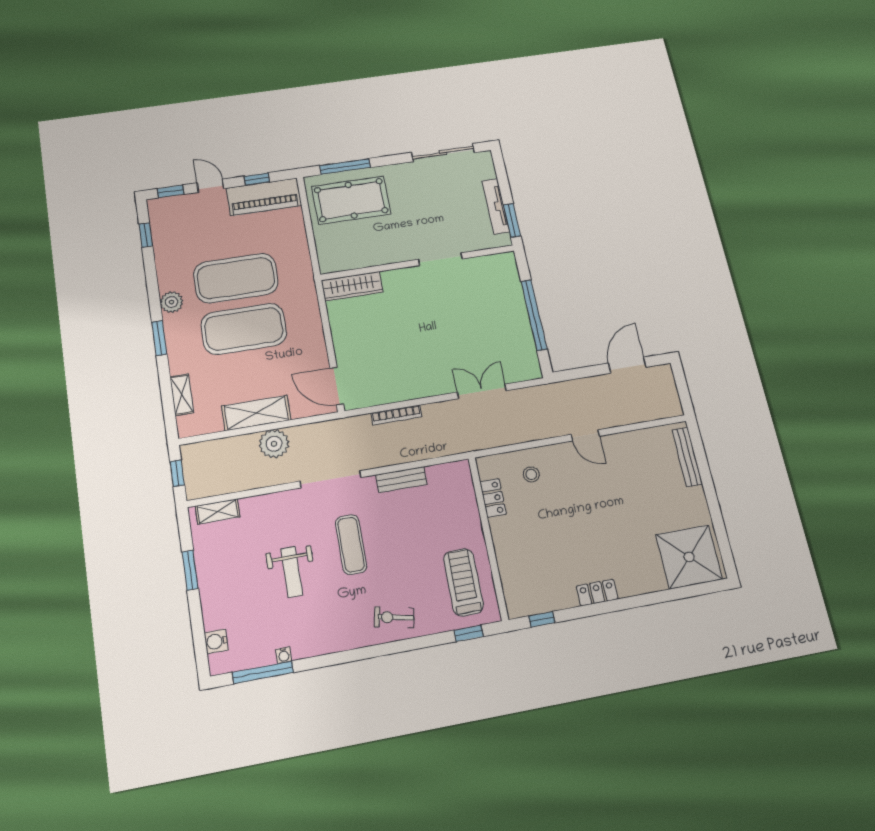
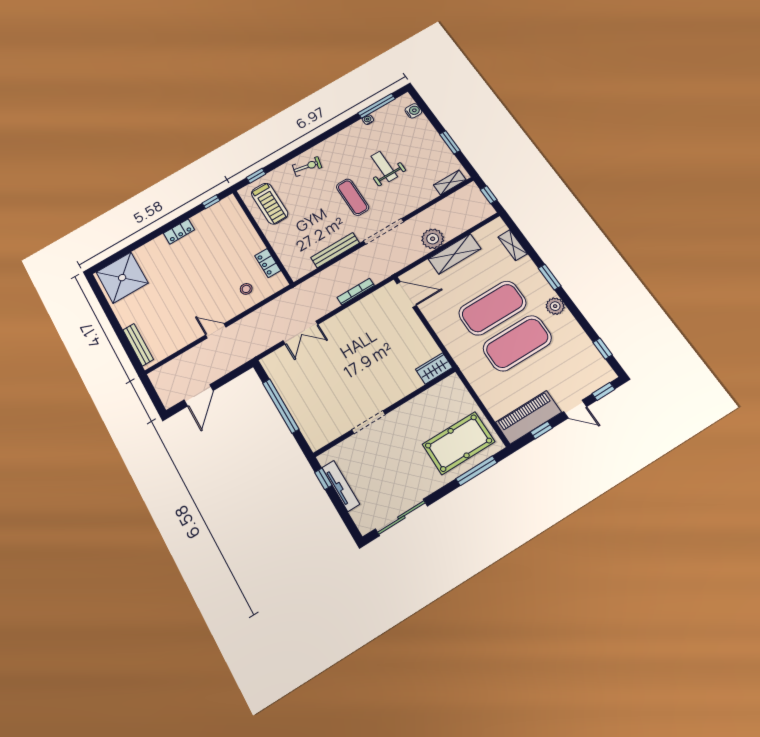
window: (512, 220) -> (323, 479), width x0.67
wardrobe: (352, 286) -> (434, 368), width x0.67
bench: (401, 480) -> (335, 250), width x1.36

